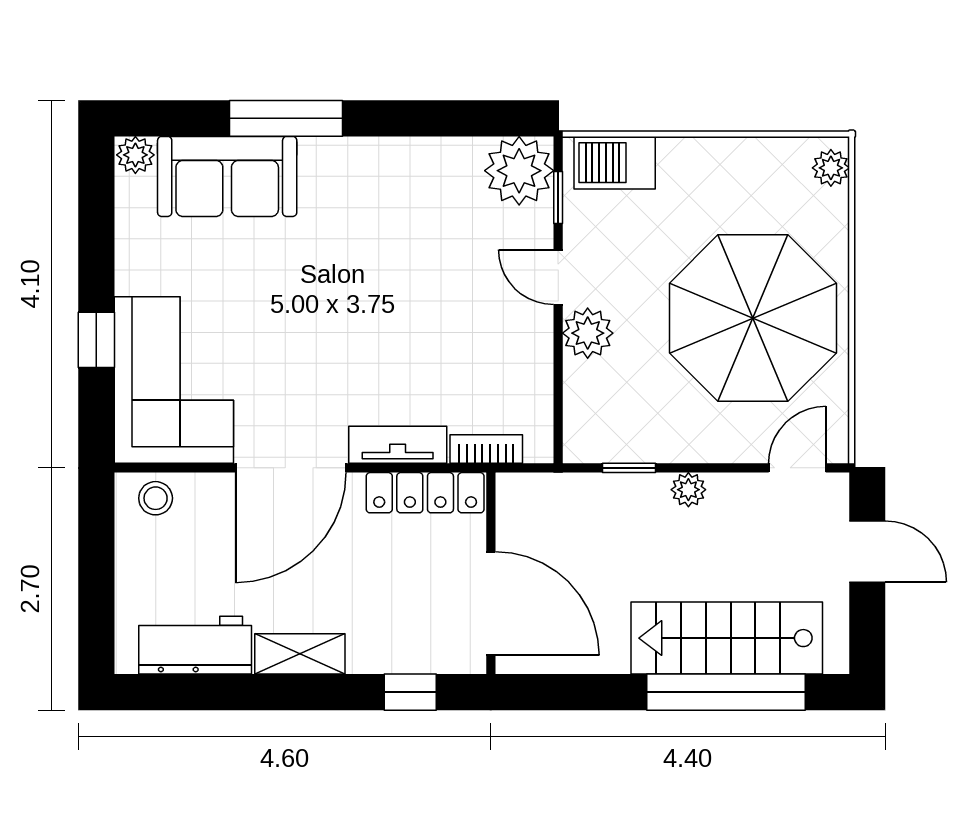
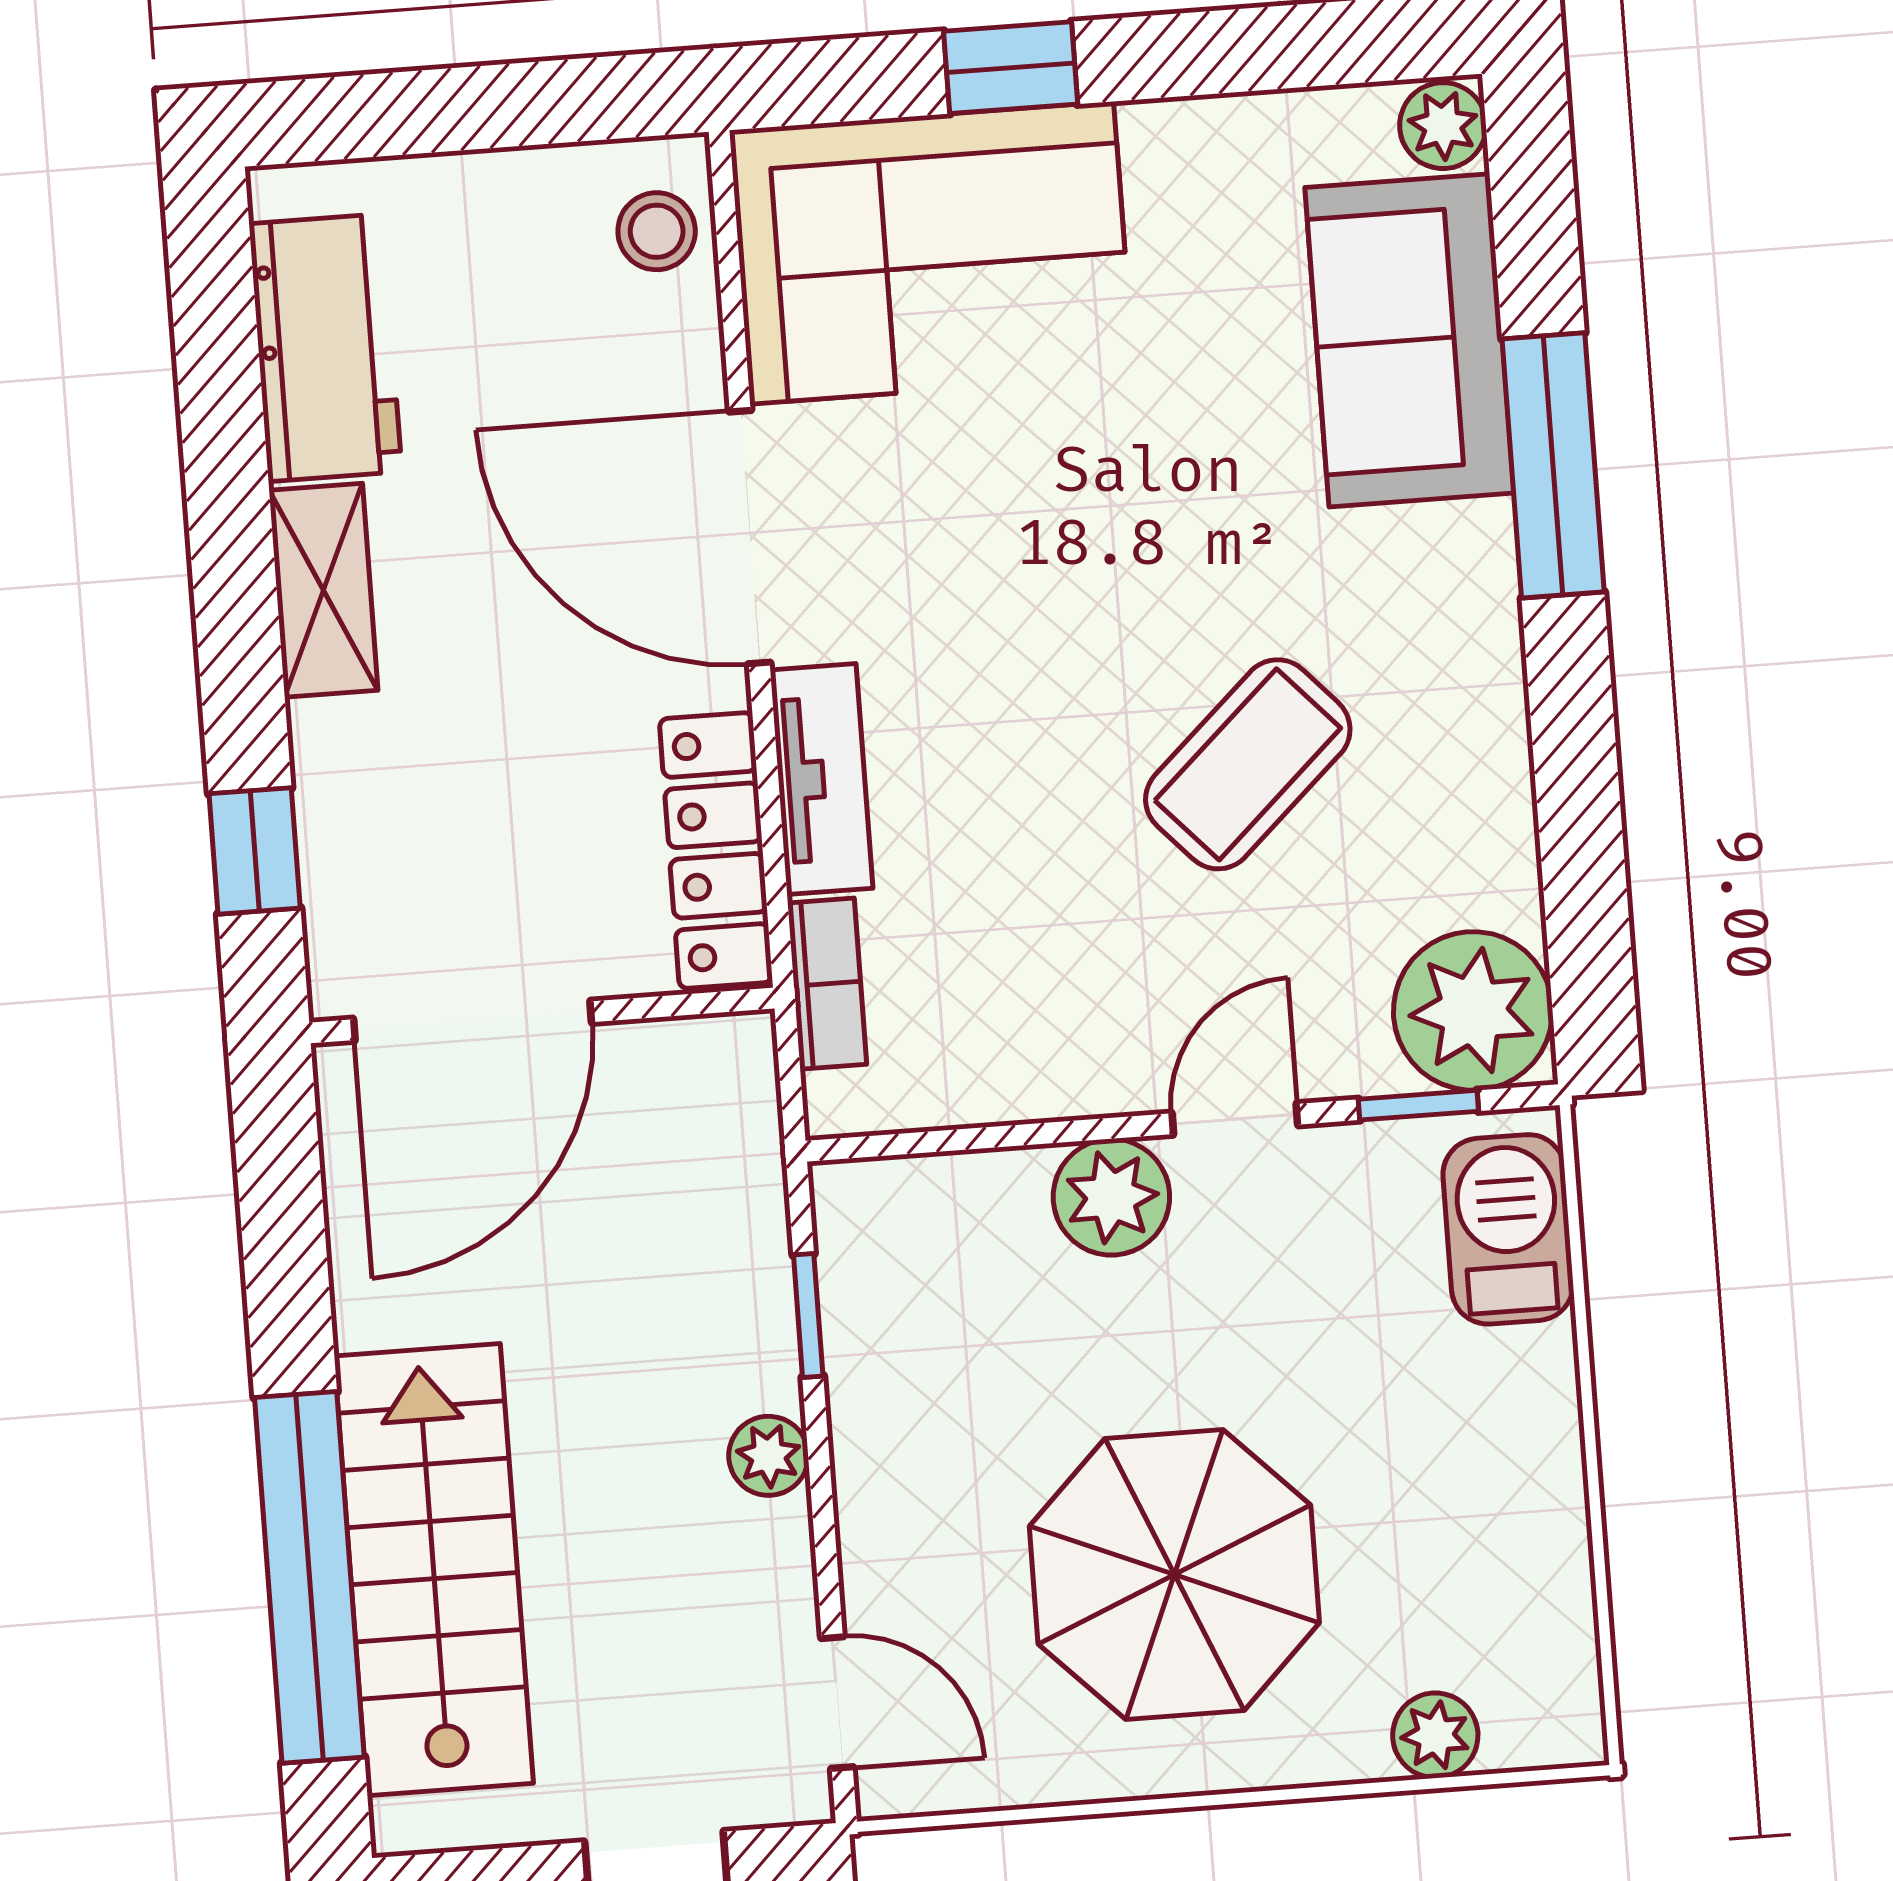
plant: (831, 168) -> (1435, 1735), moved
coffee table: (405, 260) -> (1248, 764), added
parasol: (753, 318) -> (1174, 1575), width x0.73, depth x0.73

